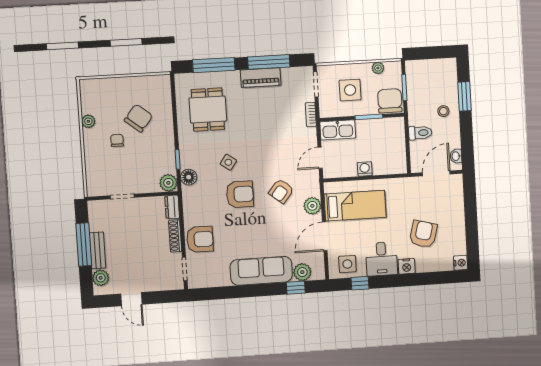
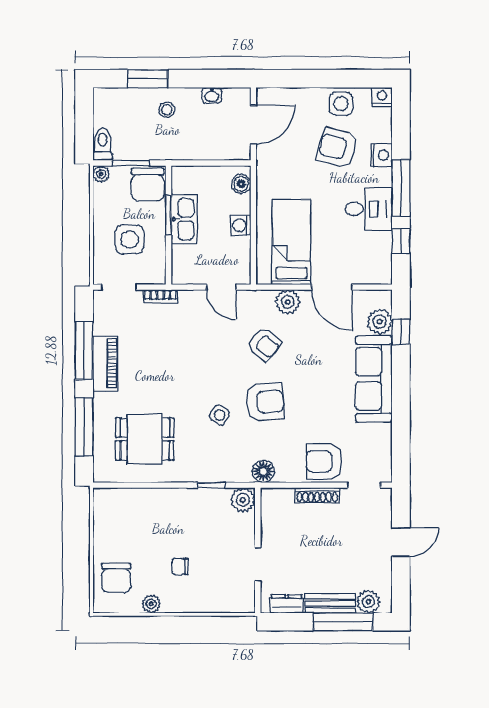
plant: (378, 68) -> (101, 174), moved
chair: (390, 101) -> (148, 185), turned -90
chair: (138, 118) -> (116, 578), moved, turned -129
kitchen sink: (338, 130) -> (184, 219), moved
toilet: (420, 133) -> (103, 144), moved
washbasin: (456, 156) -> (212, 95), moved
boiler: (394, 167) -> (241, 184), added
door: (436, 173) -> (253, 125), swing flipped
floor lamp: (189, 177) -> (263, 471), moved
armchair: (240, 194) -> (265, 402), turned 86
dresser: (172, 207) -> (287, 604), moved, turned 180
armchair: (200, 239) -> (324, 461), turned -90
window: (84, 244) -> (343, 622), moved
side table: (347, 264) -> (341, 104), moved
nightstand: (407, 266) -> (382, 155), moved
window: (397, 281) -> (401, 188), added
door: (131, 299) -> (401, 542), moved

